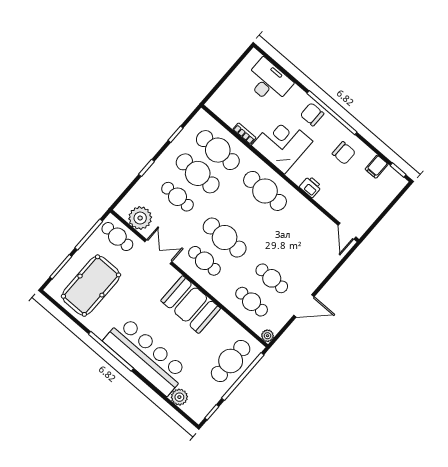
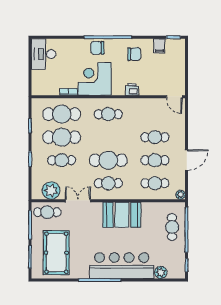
desk: (268, 82) -> (44, 54), moved, turned -90
cafe table: (265, 191) -> (108, 114), width x0.73, depth x0.74
cafe table: (292, 255) -> (155, 137), added
cafe table: (231, 361) -> (172, 227), width x0.73, depth x0.74

